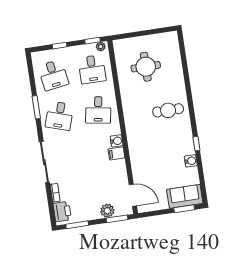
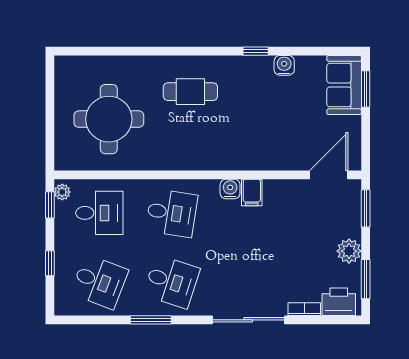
round table: (146, 67) -> (109, 119), width x1.36, depth x1.36
desk: (53, 75) -> (99, 282), turned 30
cafe table: (168, 110) -> (190, 92), turned 90
plant: (107, 211) -> (349, 251), moved

